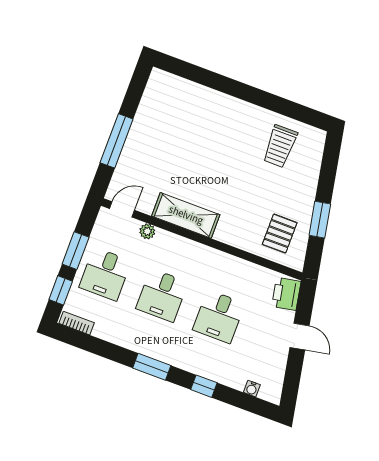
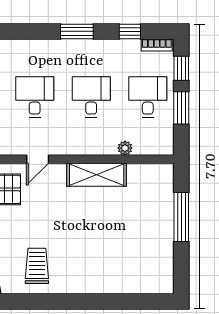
door: (122, 209) -> (38, 159), moved
window: (204, 386) -> (130, 31), moved

